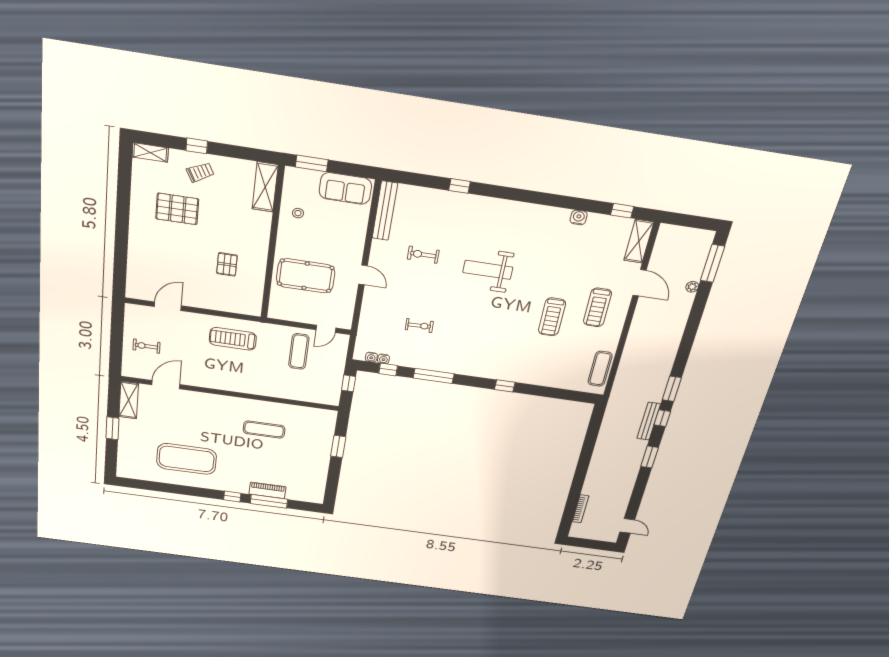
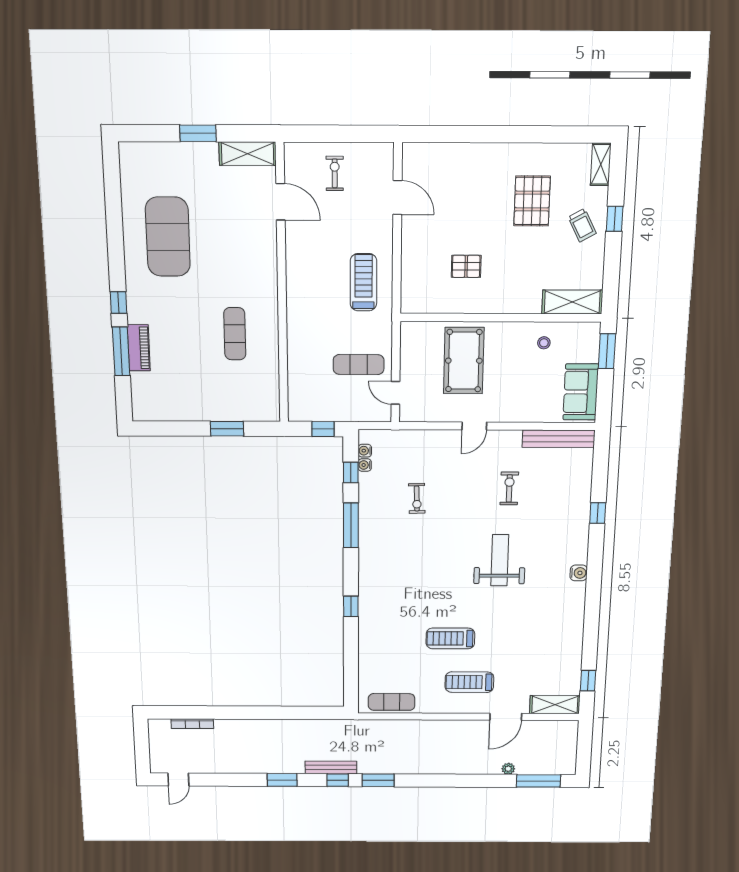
water cooler: (579, 217) -> (579, 573), moved

